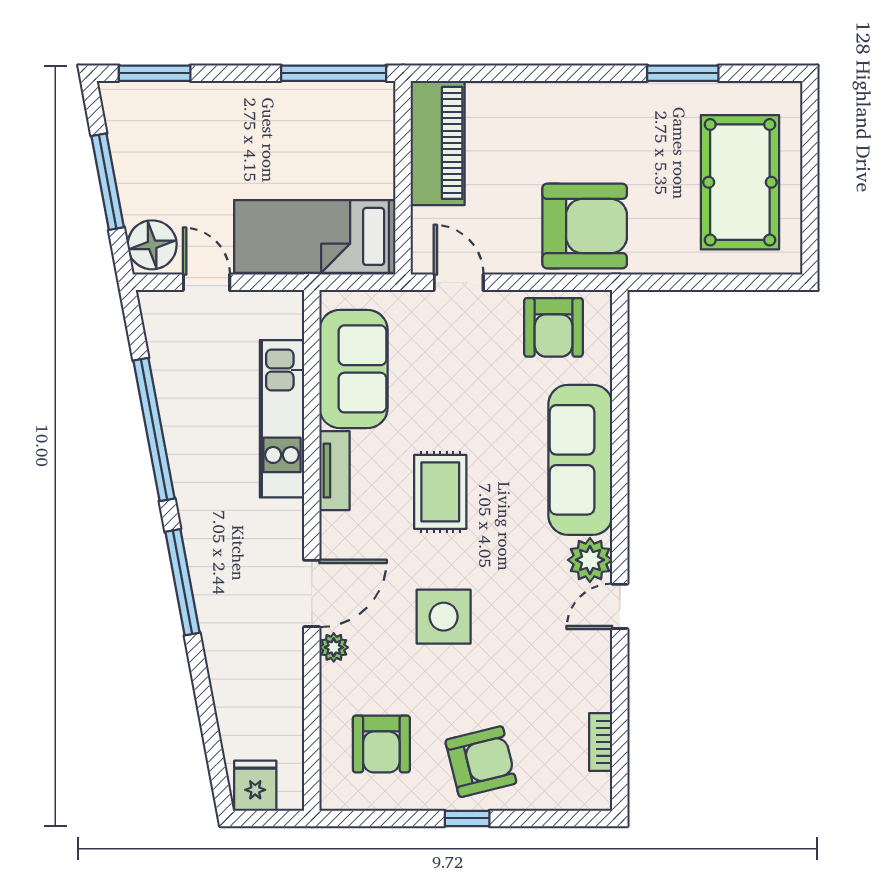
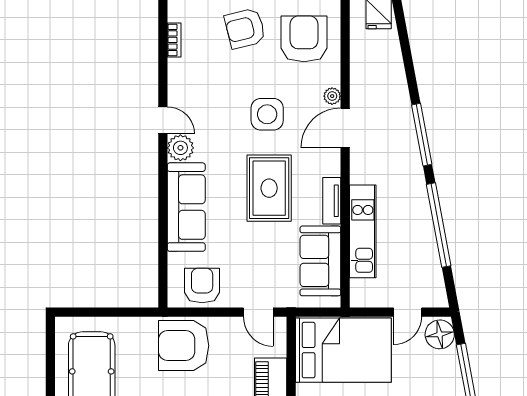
bed: (315, 236) -> (343, 350), width x1.50
door: (206, 282) -> (408, 312), hinge flipped
rug: (440, 492) -> (269, 188), width x1.36, depth x1.43
door: (620, 606) -> (163, 120), hinge flipped
armchair: (381, 744) -> (304, 39), width x1.36, depth x1.36

